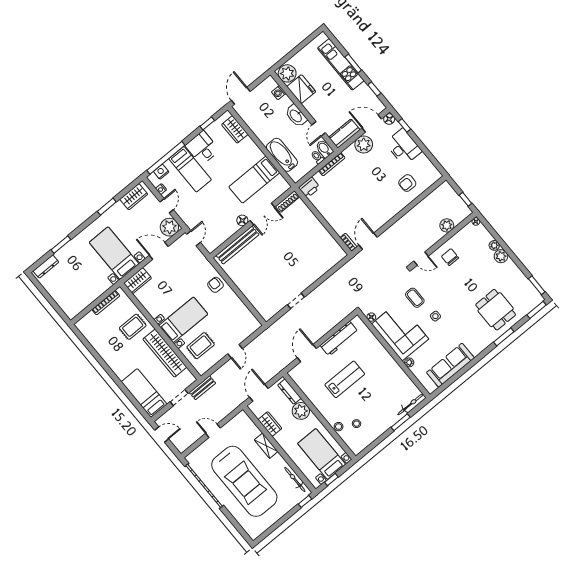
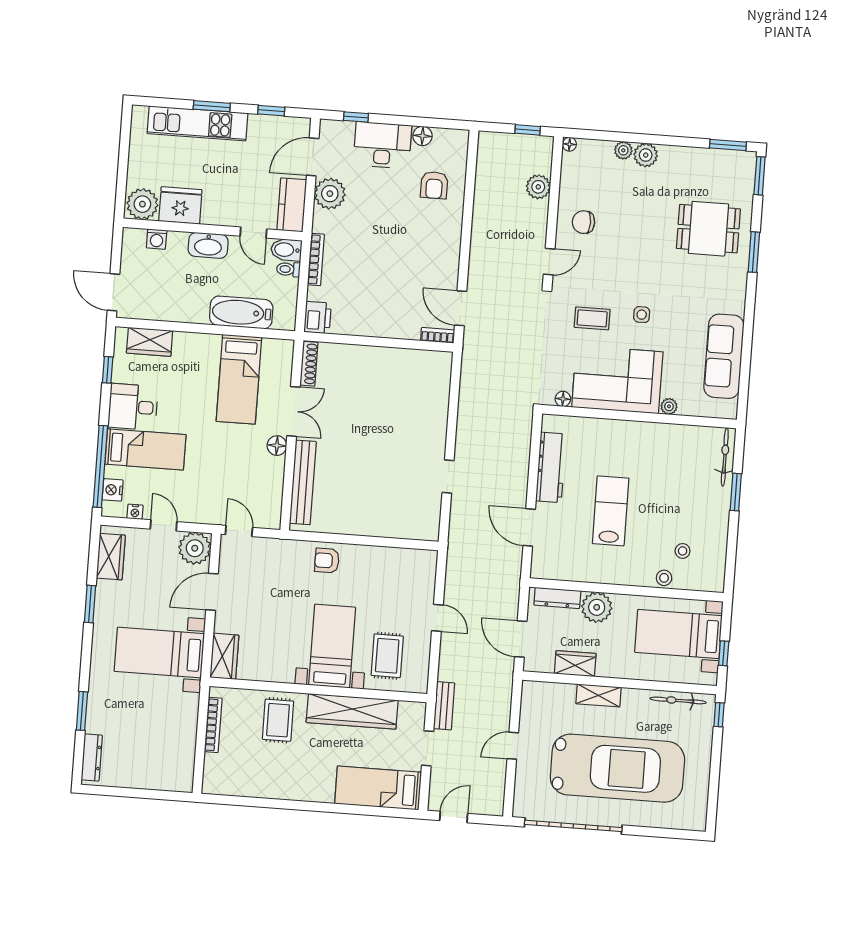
floor lamp: (389, 119) -> (422, 136), moved

